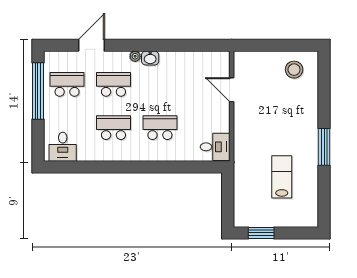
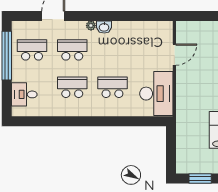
door: (232, 90) -> (174, 55), swing flipped
desk: (63, 147) -> (24, 94), moved, turned 90
desk: (215, 147) -> (156, 94), width x1.87, depth x1.30

